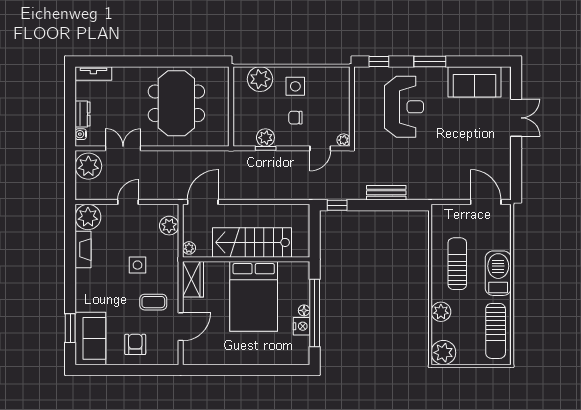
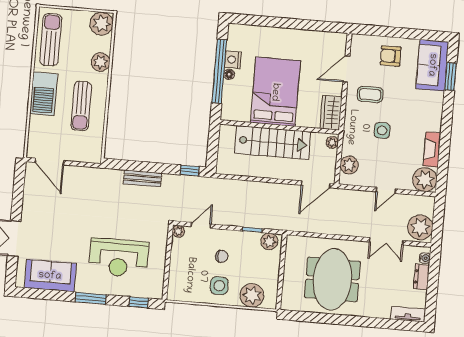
reception desk: (404, 107) -> (119, 258), turned -90
plant: (265, 138) -> (269, 242), moved
armchair: (135, 344) -> (391, 56), turned 90

